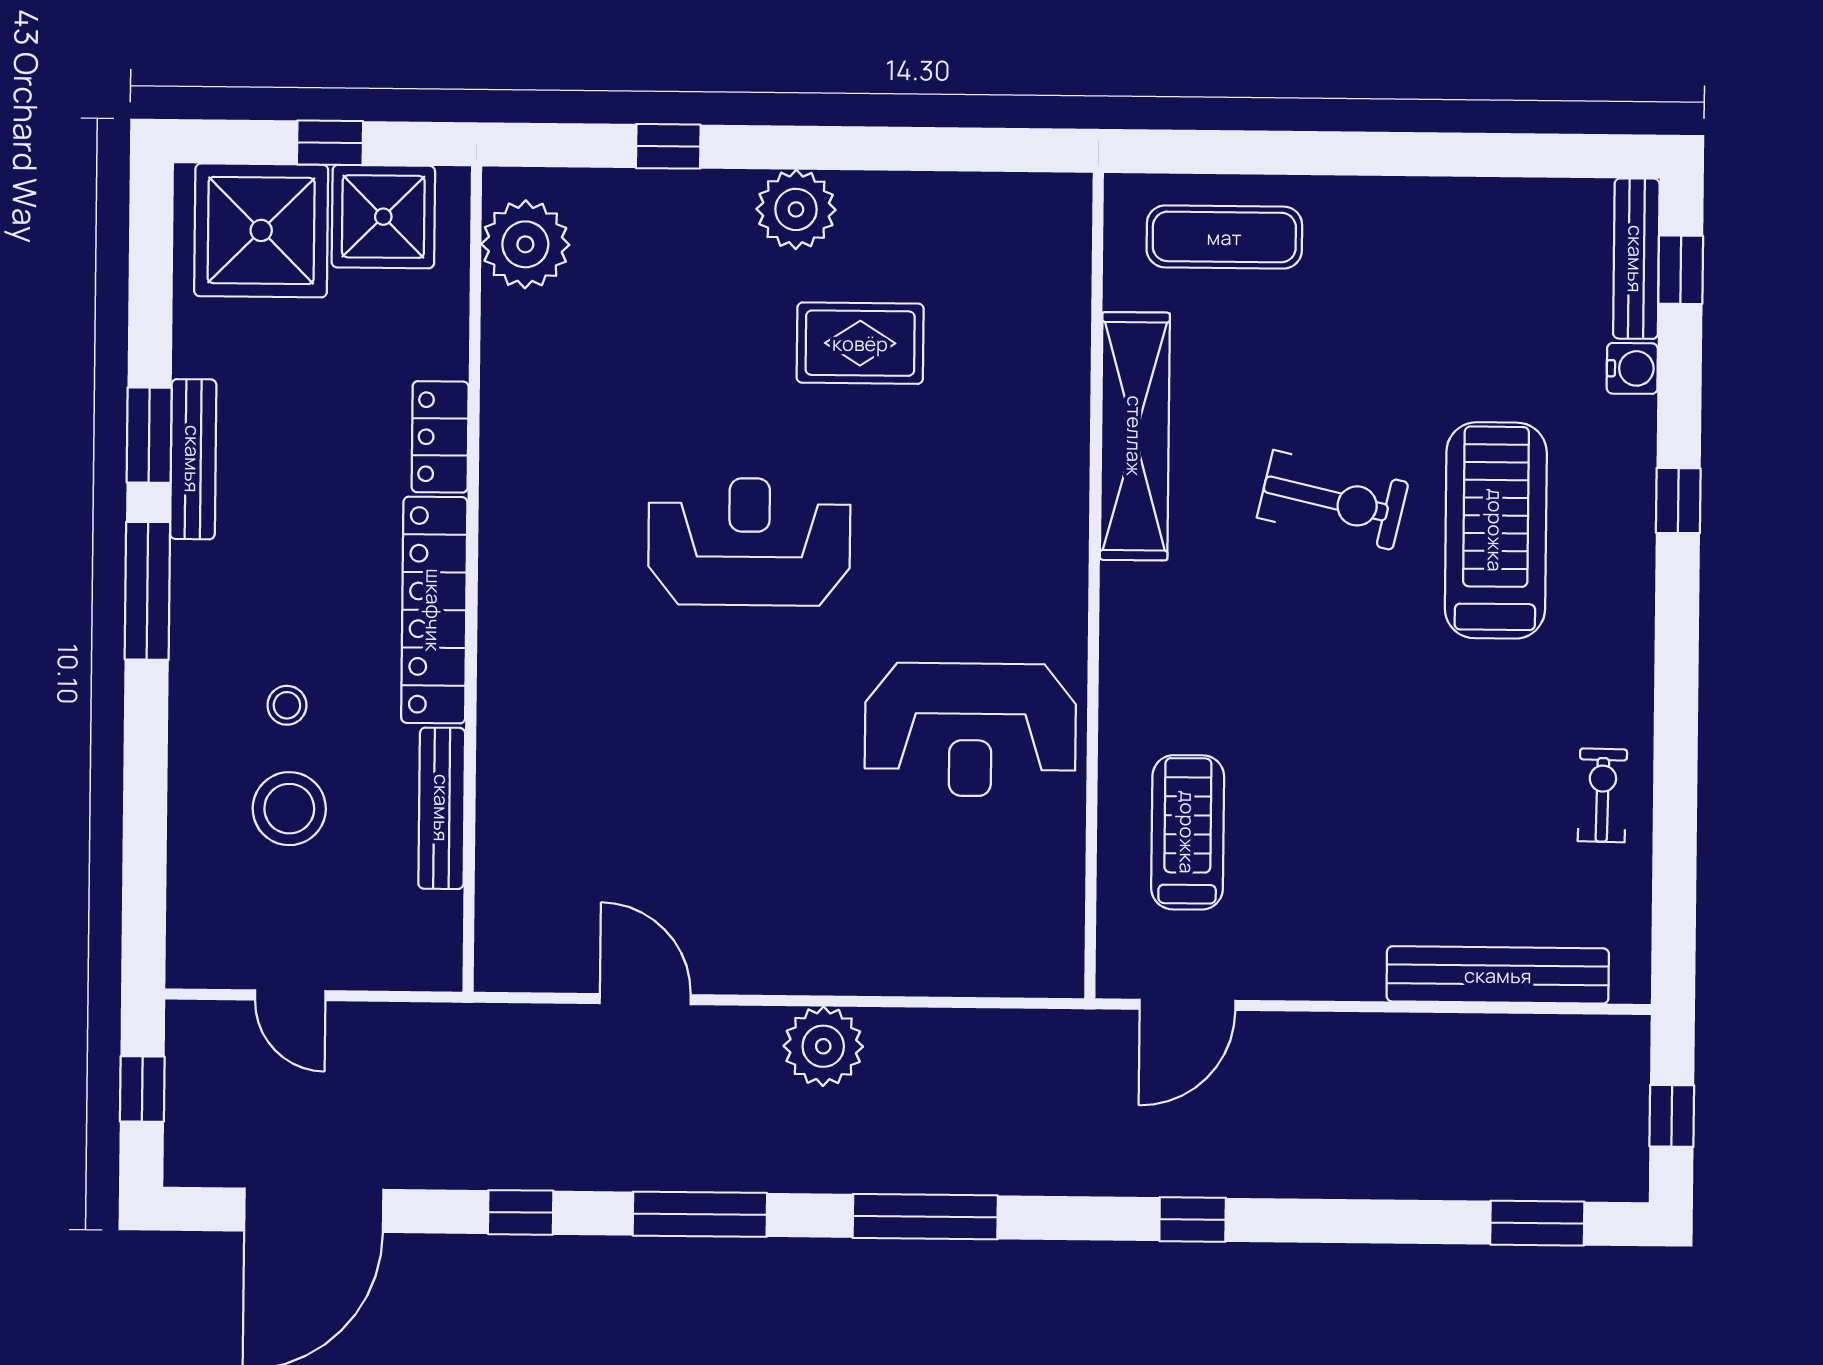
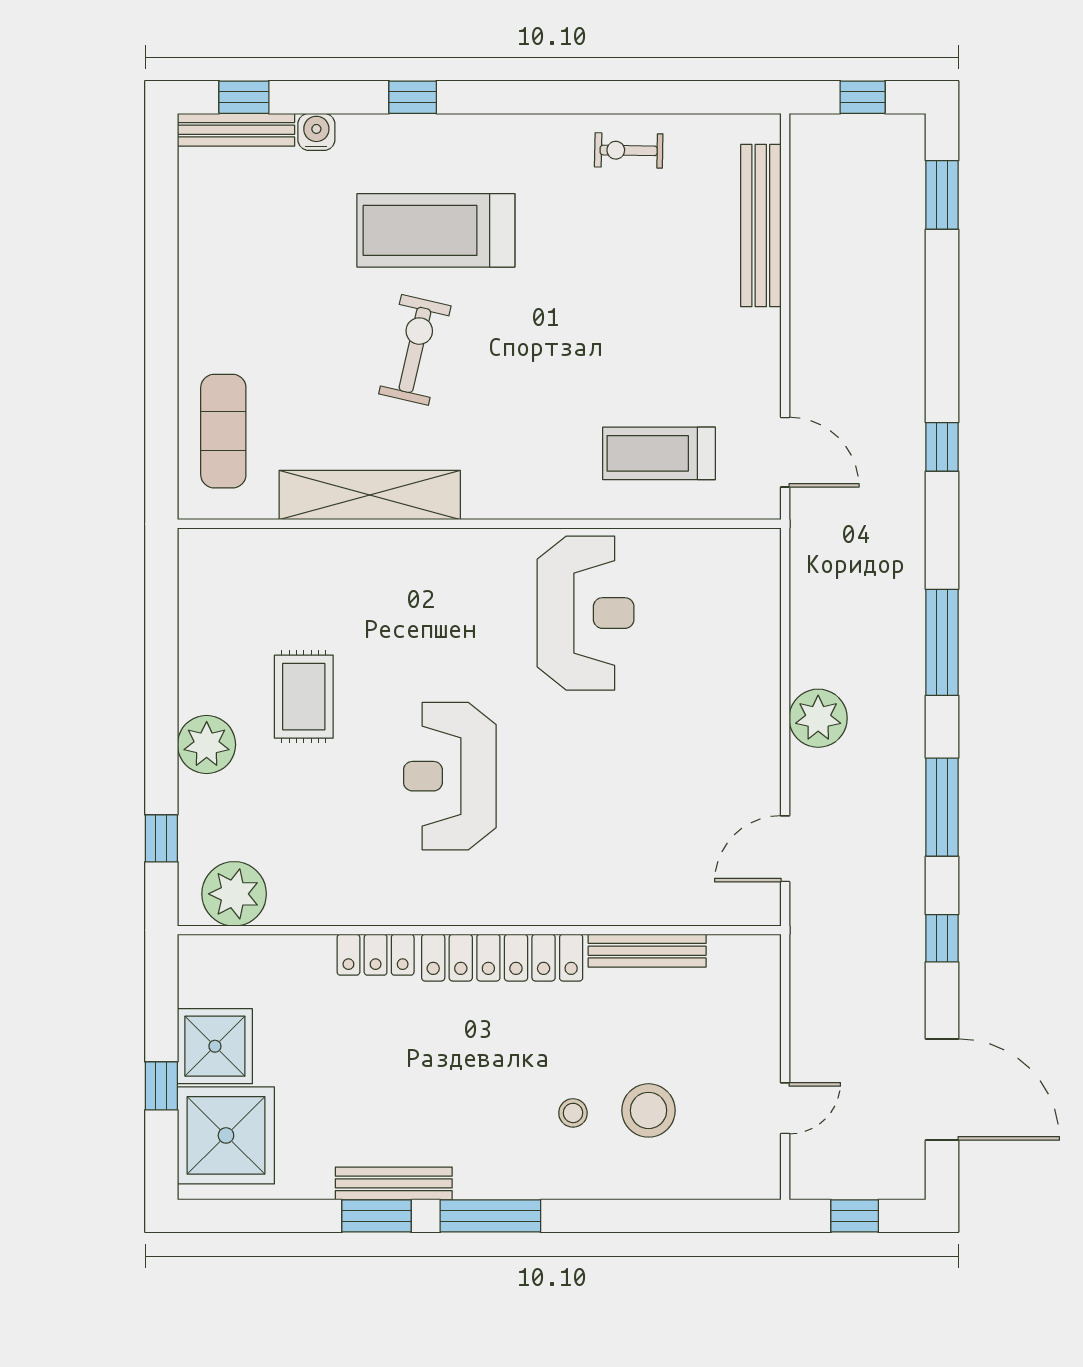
plant: (525, 244) -> (234, 894), moved
locker: (440, 437) -> (376, 955), moved
wall: (472, 579) -> (479, 930), moved
locker: (434, 610) -> (502, 958), moved
bench: (442, 808) -> (647, 951), moved

